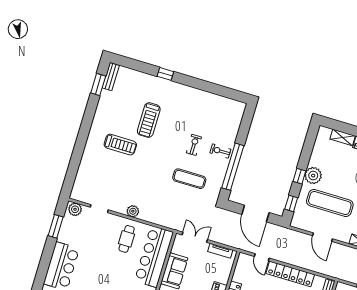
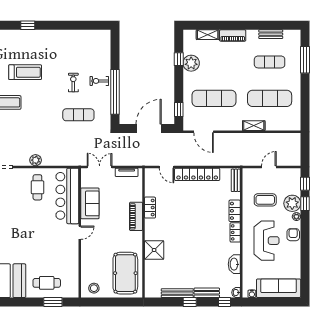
treadmill: (149, 120) -> (25, 72), turned -90
window: (299, 176) -> (179, 59), moved
plant: (313, 176) -> (191, 63), moved
door: (255, 213) -> (149, 128), swing flipped
door: (323, 237) -> (204, 132), moved

